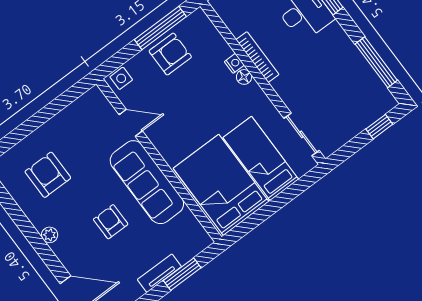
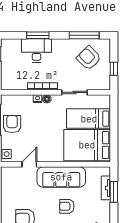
armchair: (348, 93) -> (89, 58), added
window: (379, 127) -> (114, 69), moved
sliding door: (302, 134) -> (74, 92), moved
tv unit: (159, 273) -> (106, 188), moved

